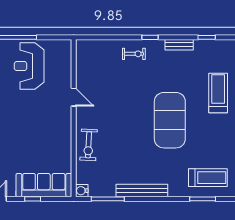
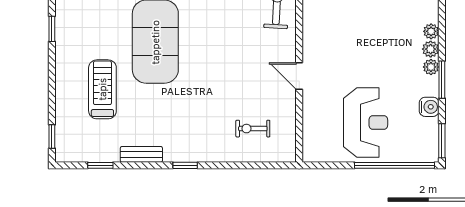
exercise bike: (134, 54) -> (253, 129), moved
treadmill: (218, 93) -> (102, 89), moved, turned 180

